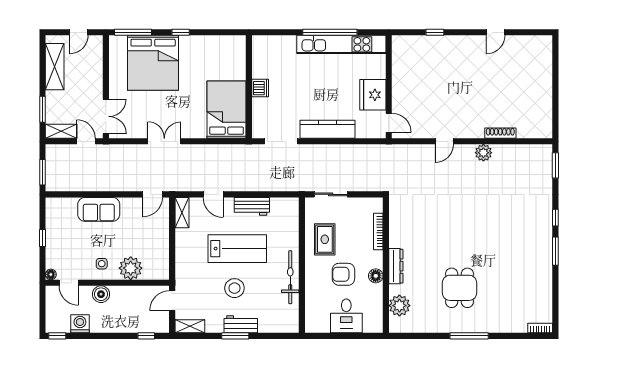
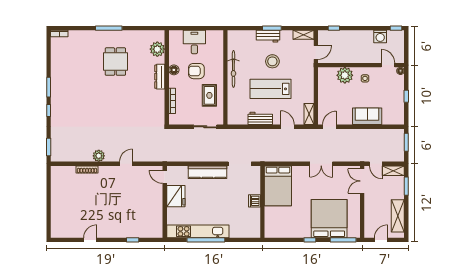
armchair: (343, 274) -> (196, 71), turned 180
boiler: (101, 294) -> (365, 57), removed

